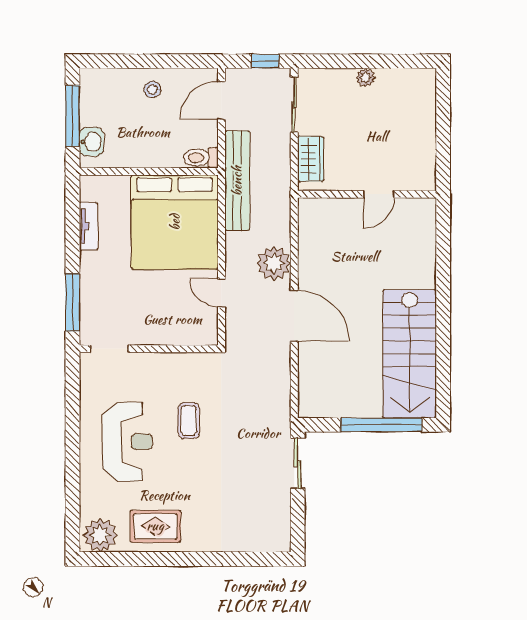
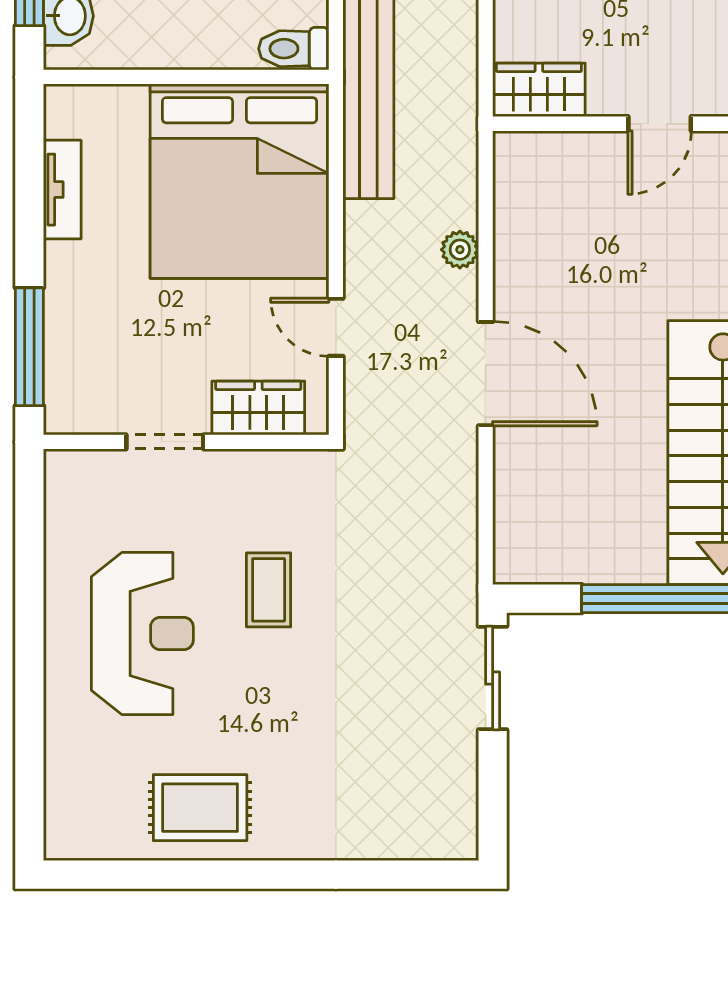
wardrobe: (311, 159) -> (539, 90), moved, turned -90
plant: (274, 263) -> (460, 250), width x0.53, depth x0.53
wardrobe: (184, 332) -> (258, 408), added
doorway: (109, 349) -> (165, 442), moved
plant: (100, 535) -> (86, 826), removed

